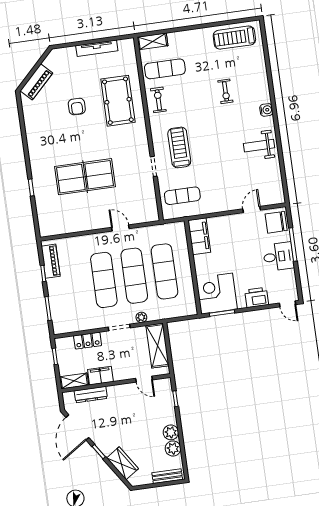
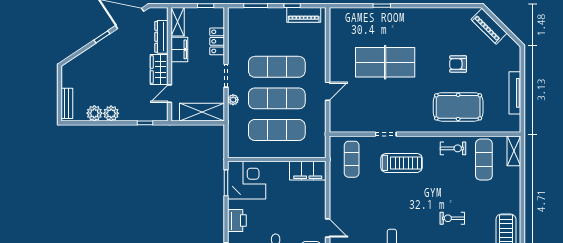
table tennis table: (85, 177) -> (385, 62), turned 90
wardrobe: (123, 463) -> (159, 69), moved, turned 124

